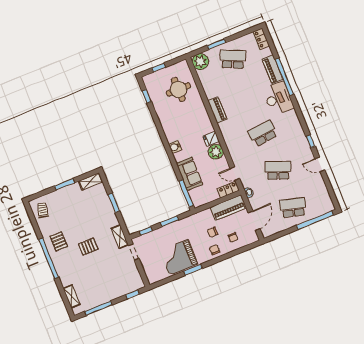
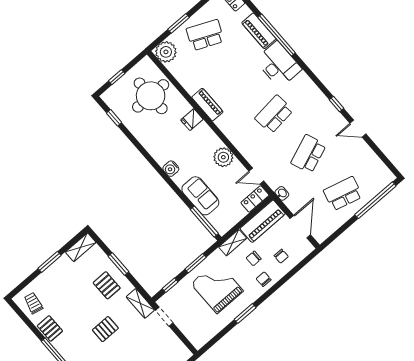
round table: (178, 89) -> (151, 96), width x1.36, depth x1.36
fridge: (211, 139) -> (192, 120), moved
school desk: (278, 170) -> (309, 154), turned -42
pallet: (100, 215) -> (107, 285), added
shelving: (201, 216) -> (233, 243), added
pallet: (59, 241) -> (50, 328), moved
grand piano: (179, 257) -> (217, 287), moved, turned 90

